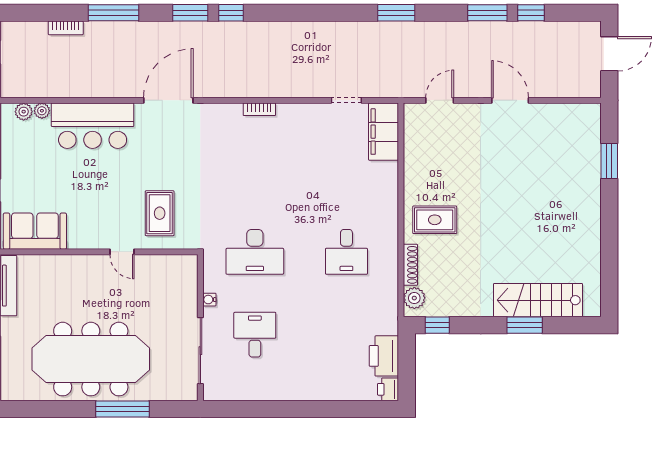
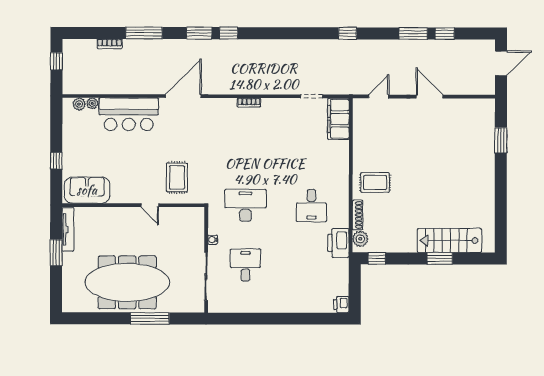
window: (396, 13) -> (348, 33), width x0.67
desk: (255, 252) -> (245, 205), turned 180
printer: (384, 356) -> (338, 243), moved

